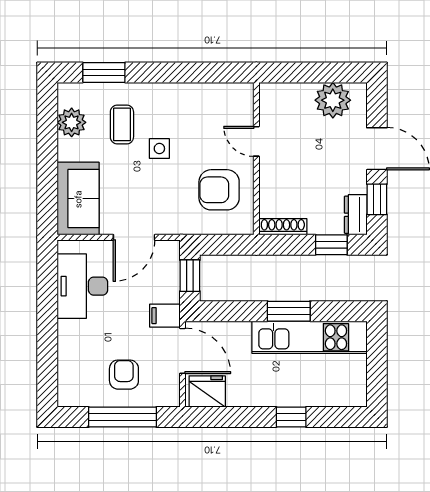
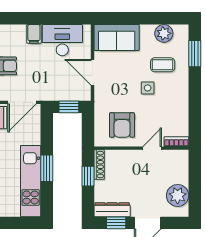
bookcase: (246, 102) -> (176, 142), added
armchair: (219, 190) -> (122, 125), turned 180
dresser: (356, 215) -> (112, 210), width x1.44
window: (331, 245) -> (88, 176), moved
filing cabinet: (165, 316) -> (34, 34), moved, turned 180

